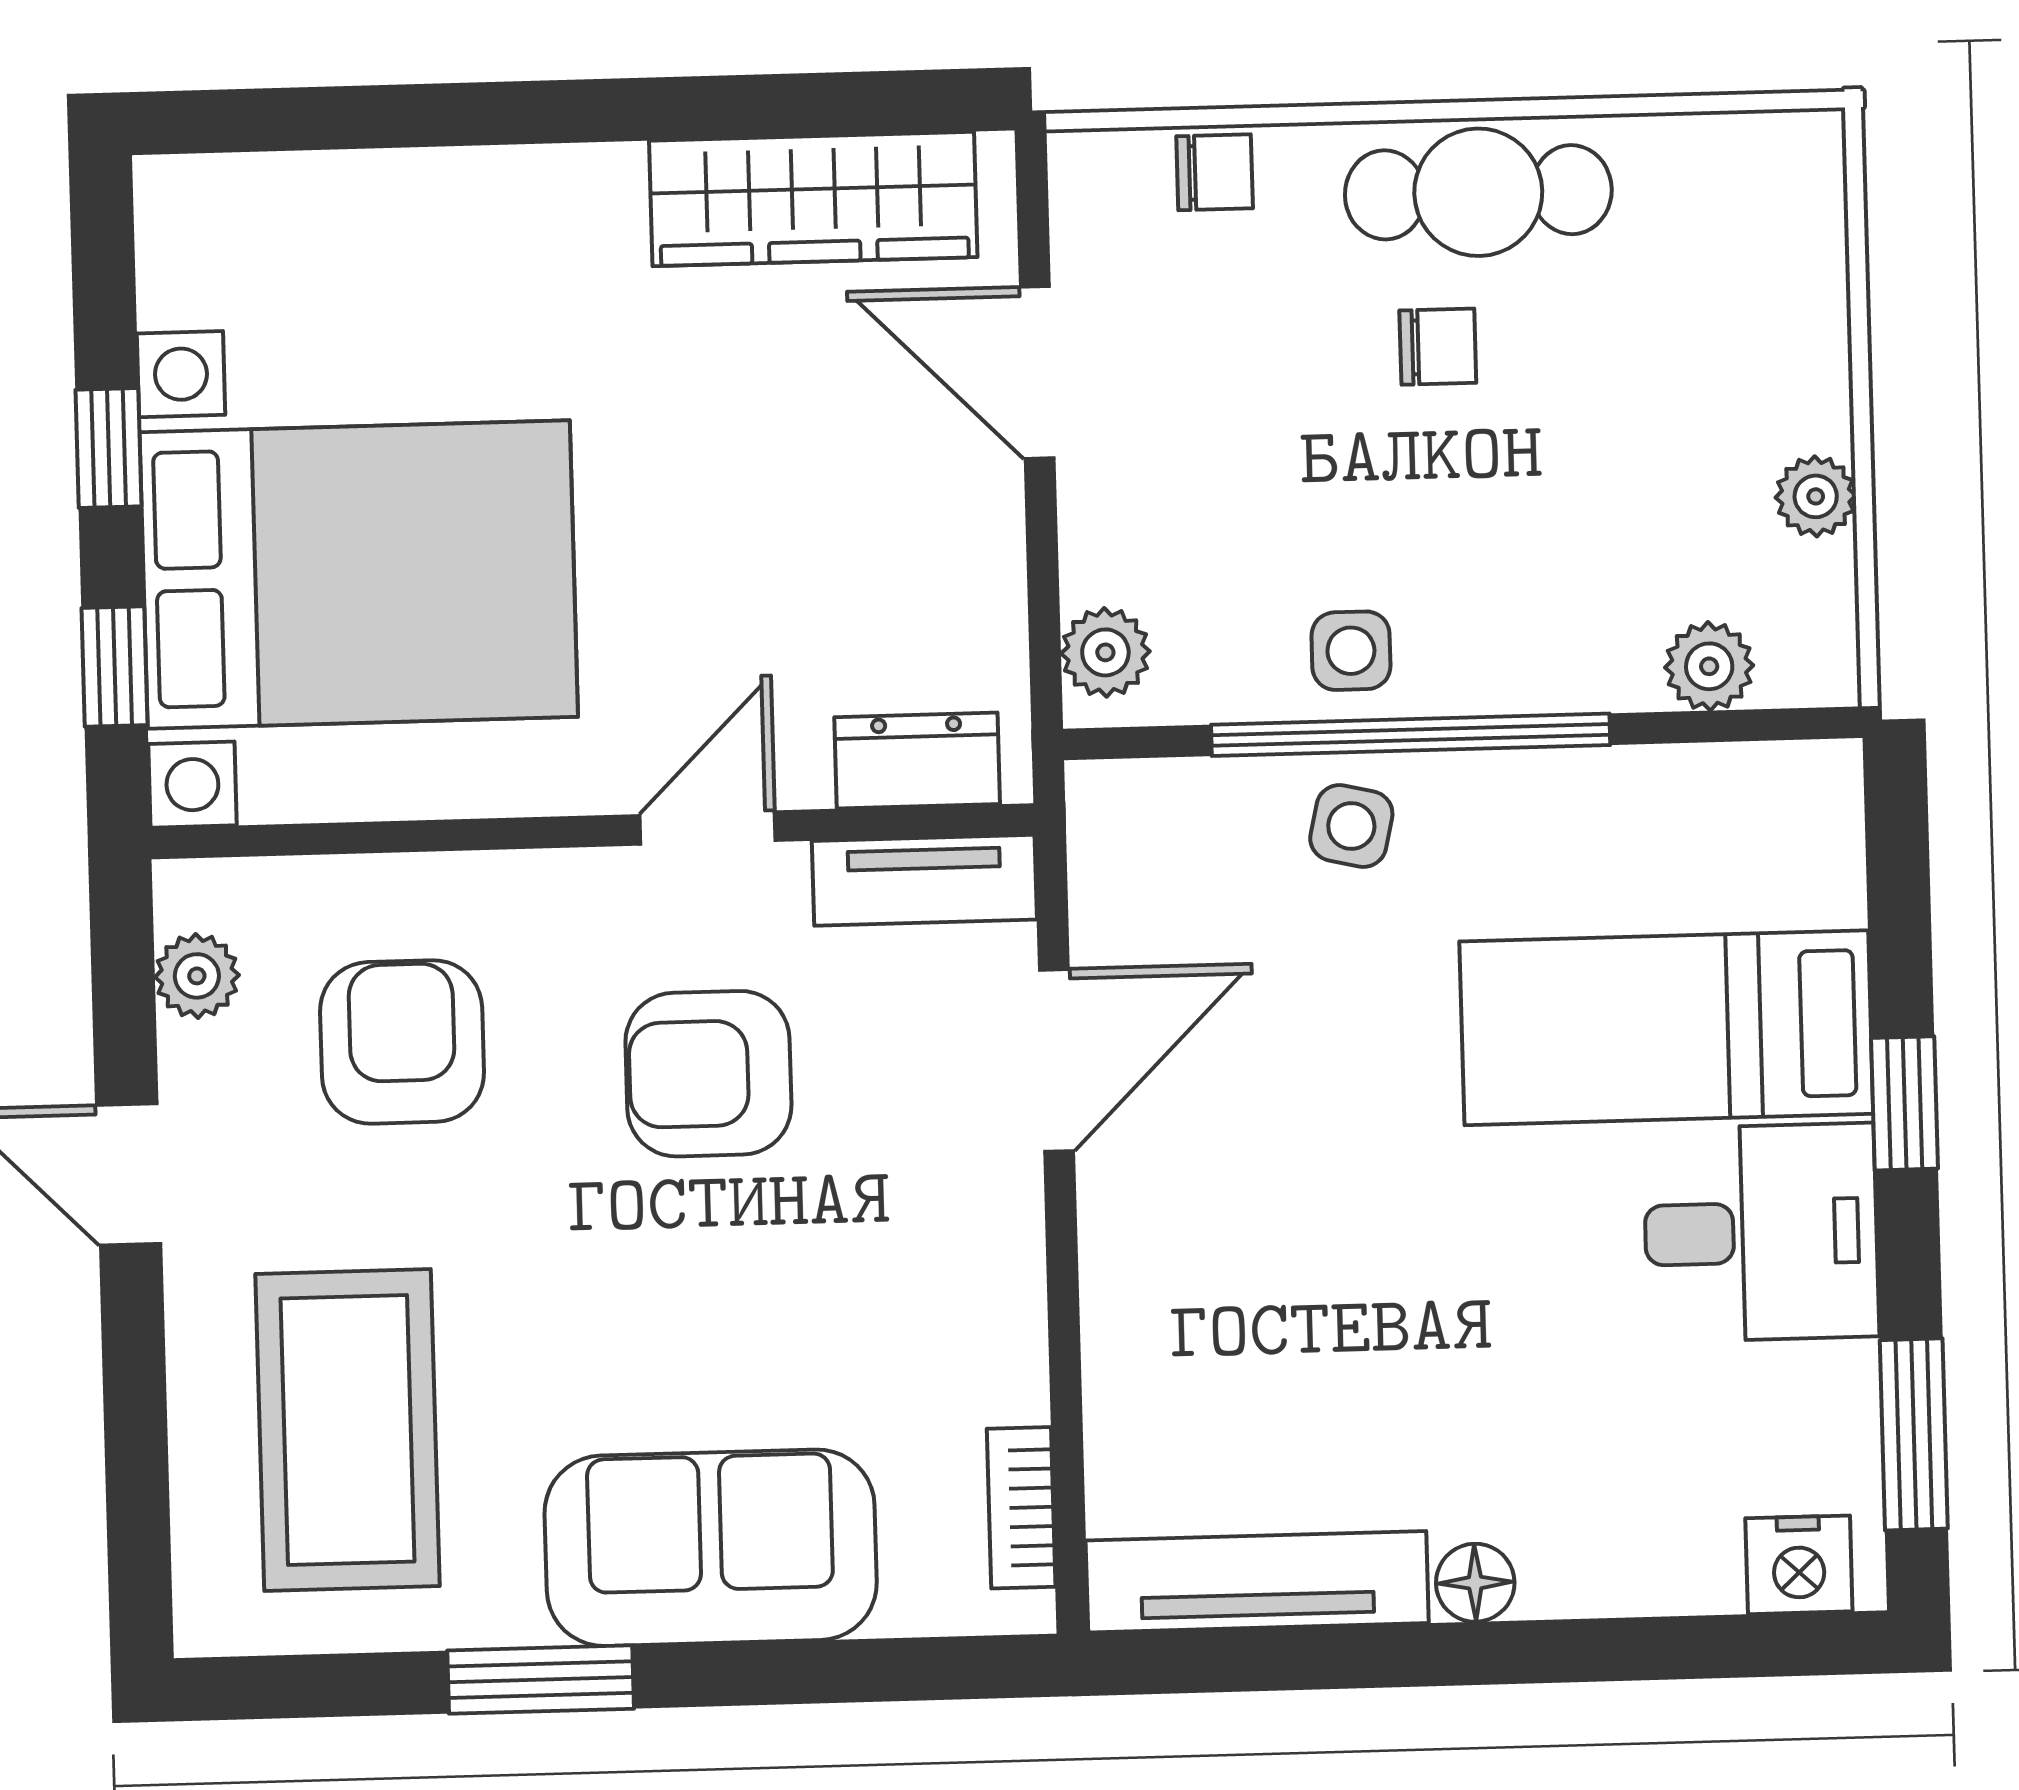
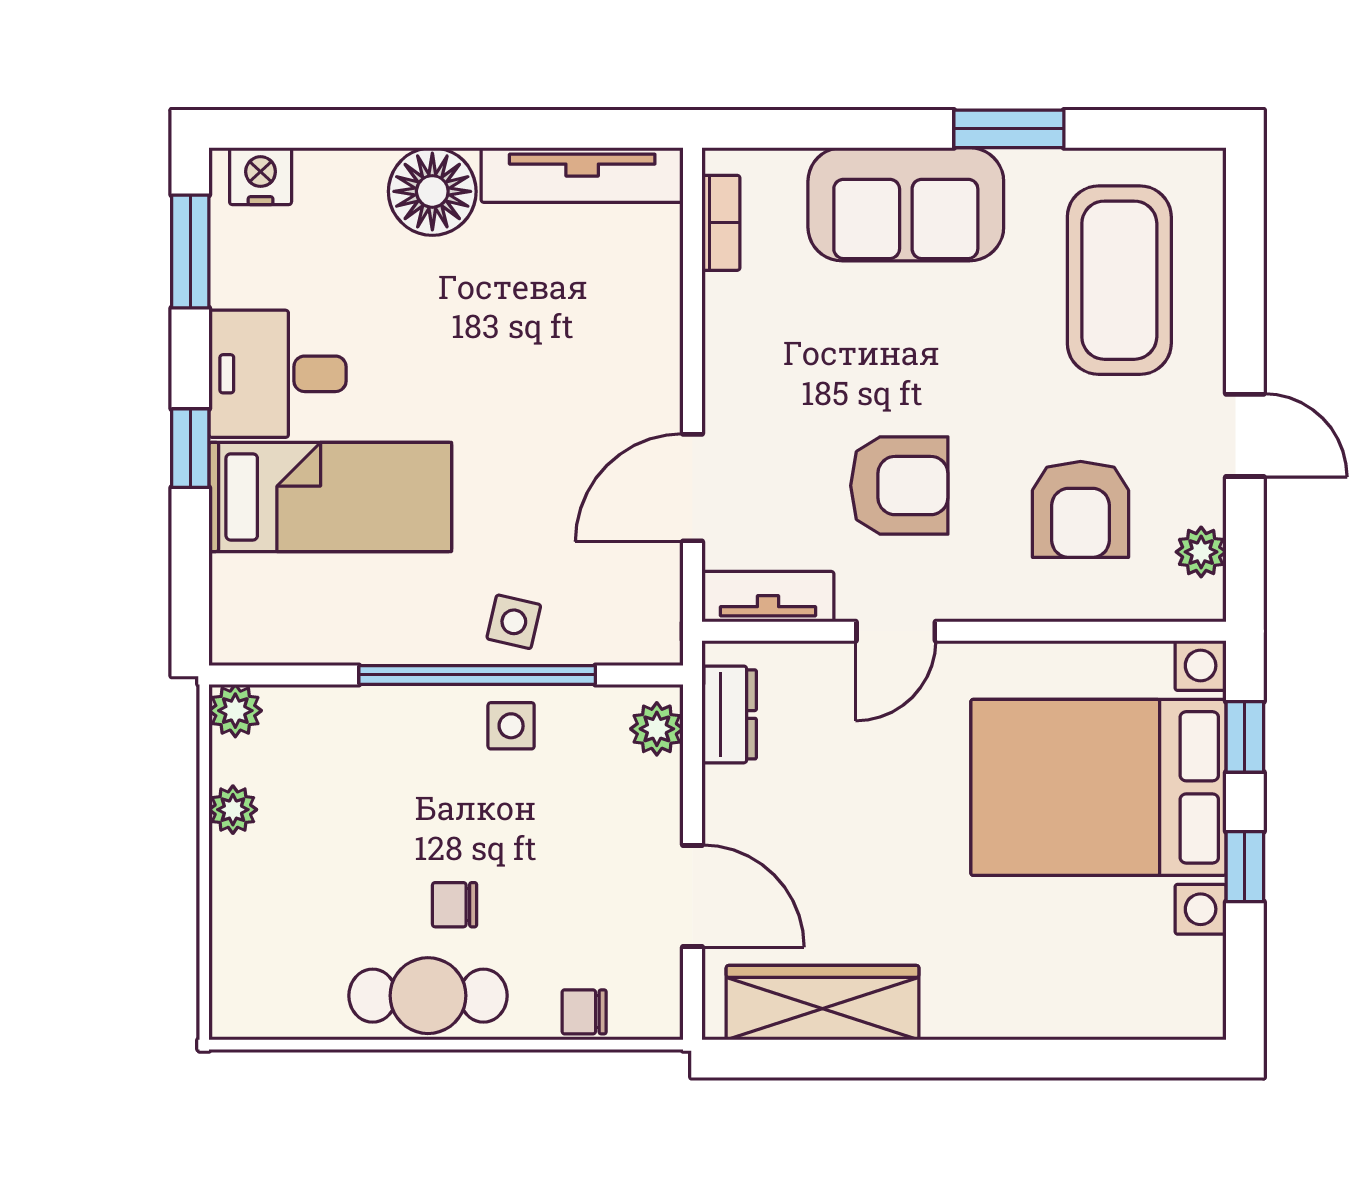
plant: (1709, 666) -> (235, 711), moved
dresser: (917, 761) -> (729, 714), moved, turned -90
floor lamp: (1475, 1583) -> (432, 191), width x1.89, depth x1.89

